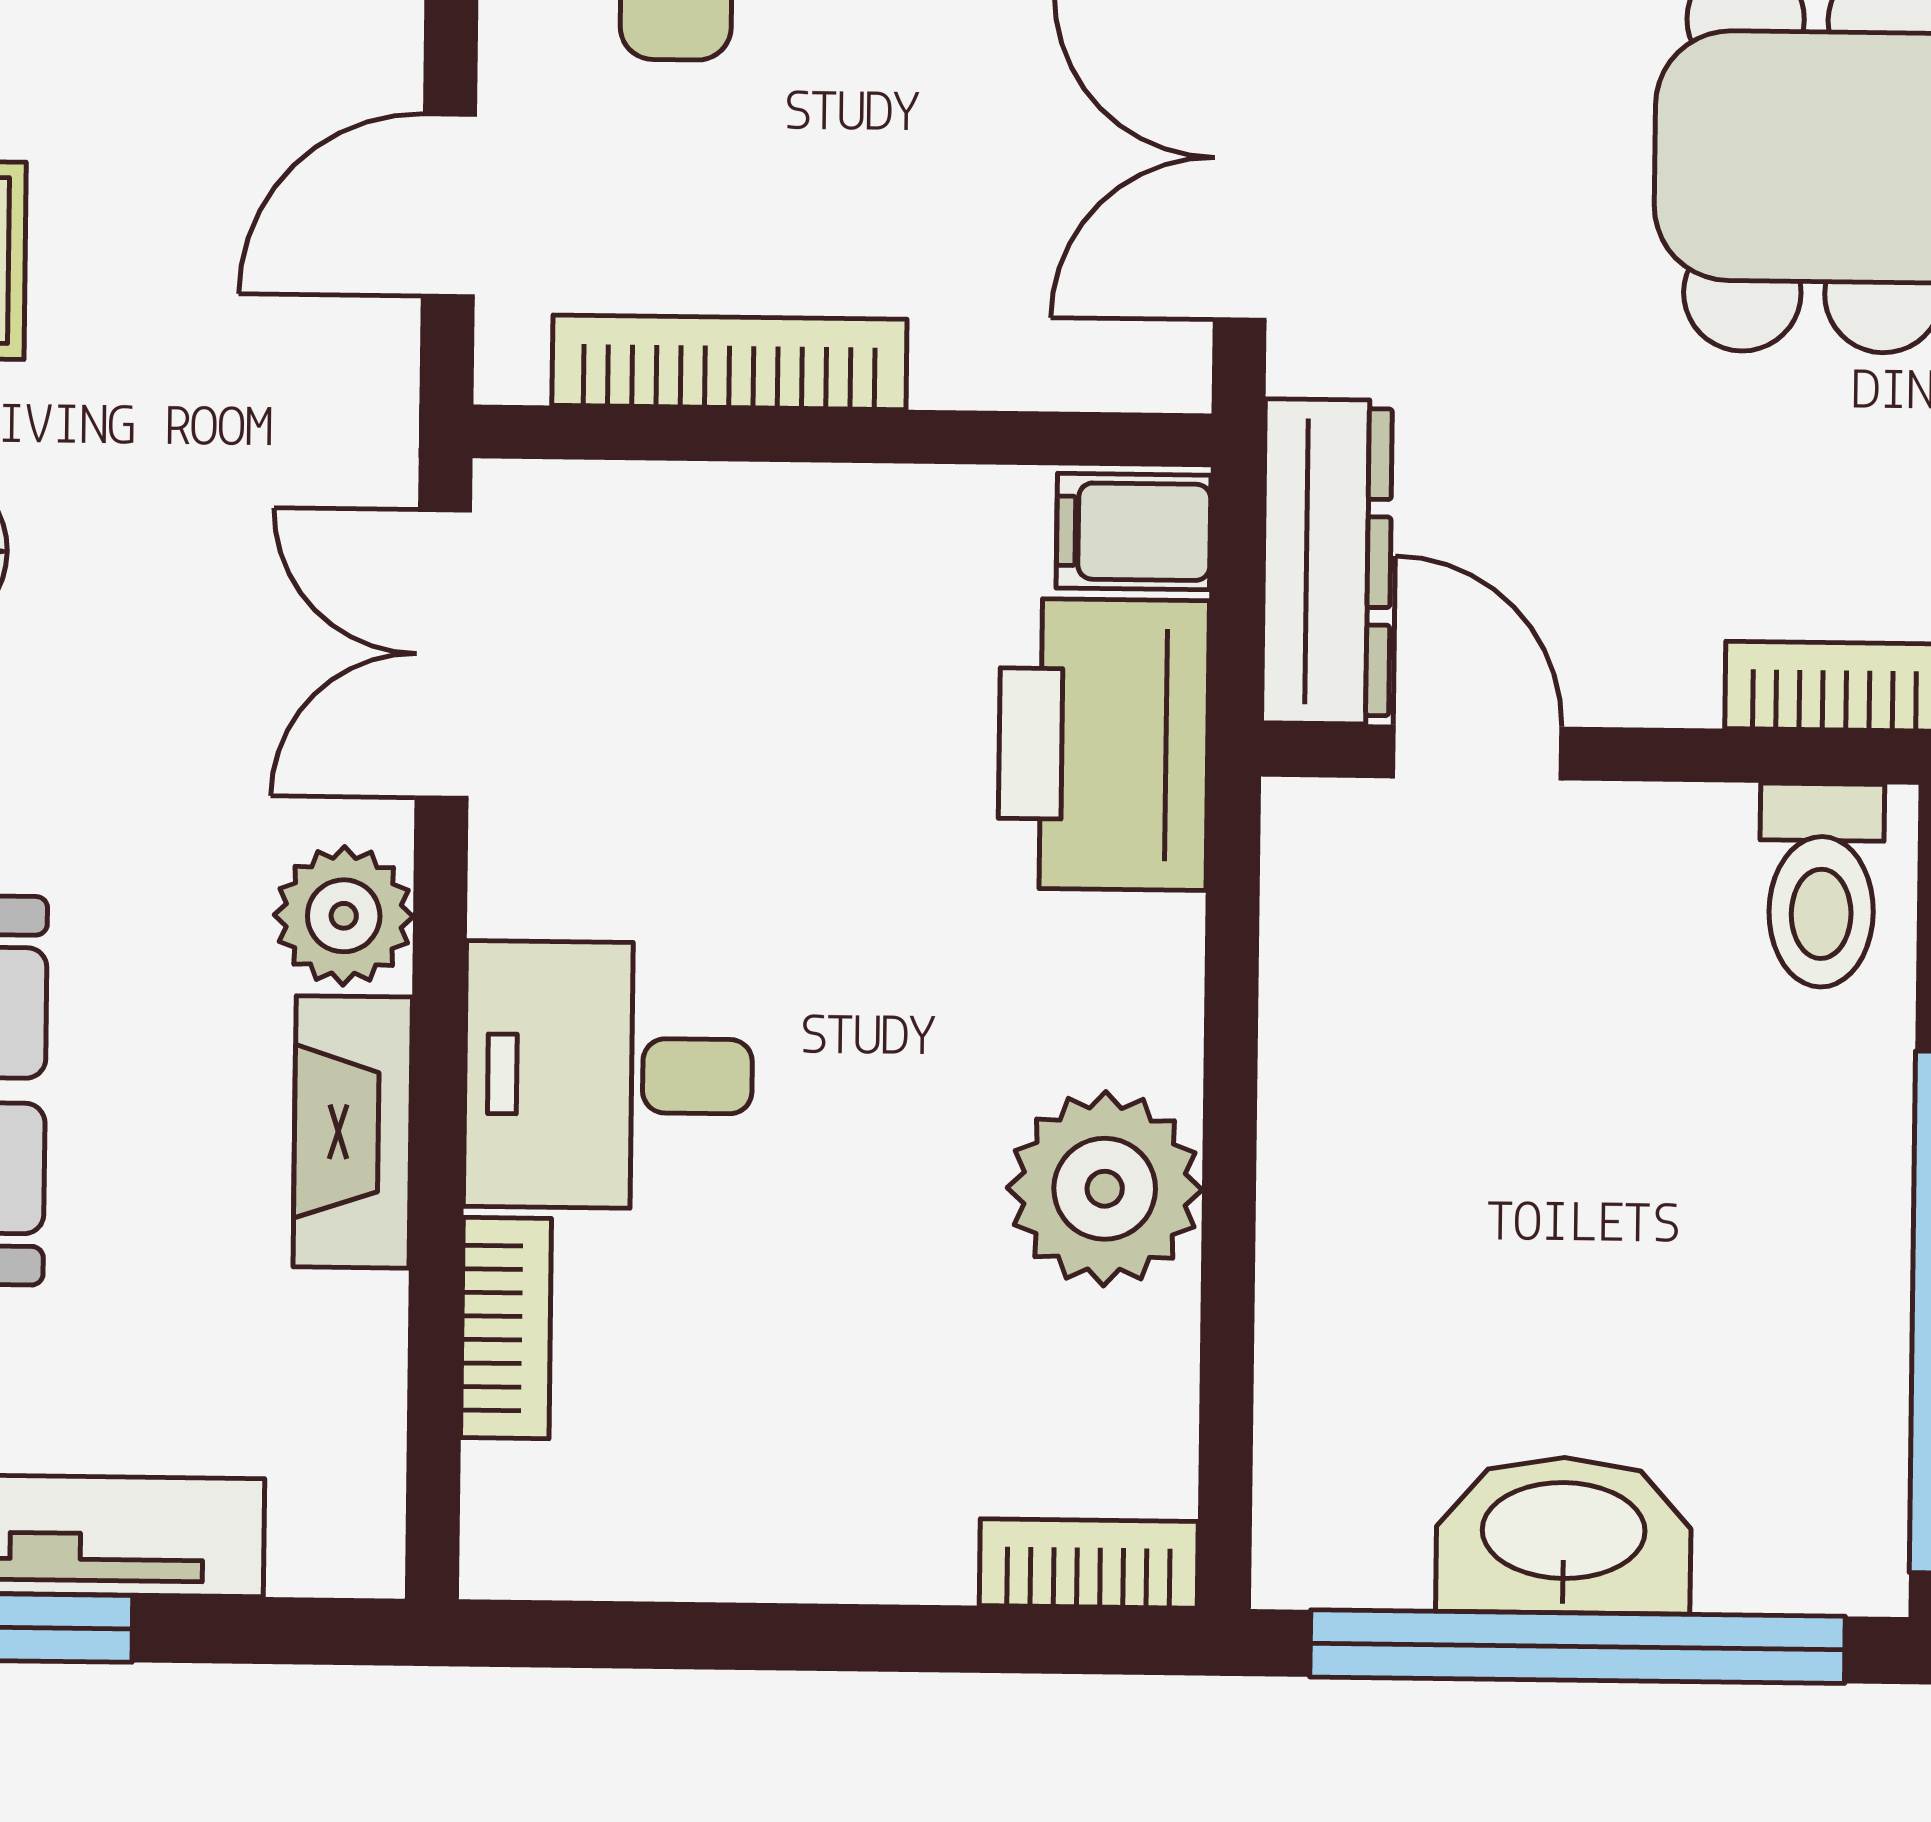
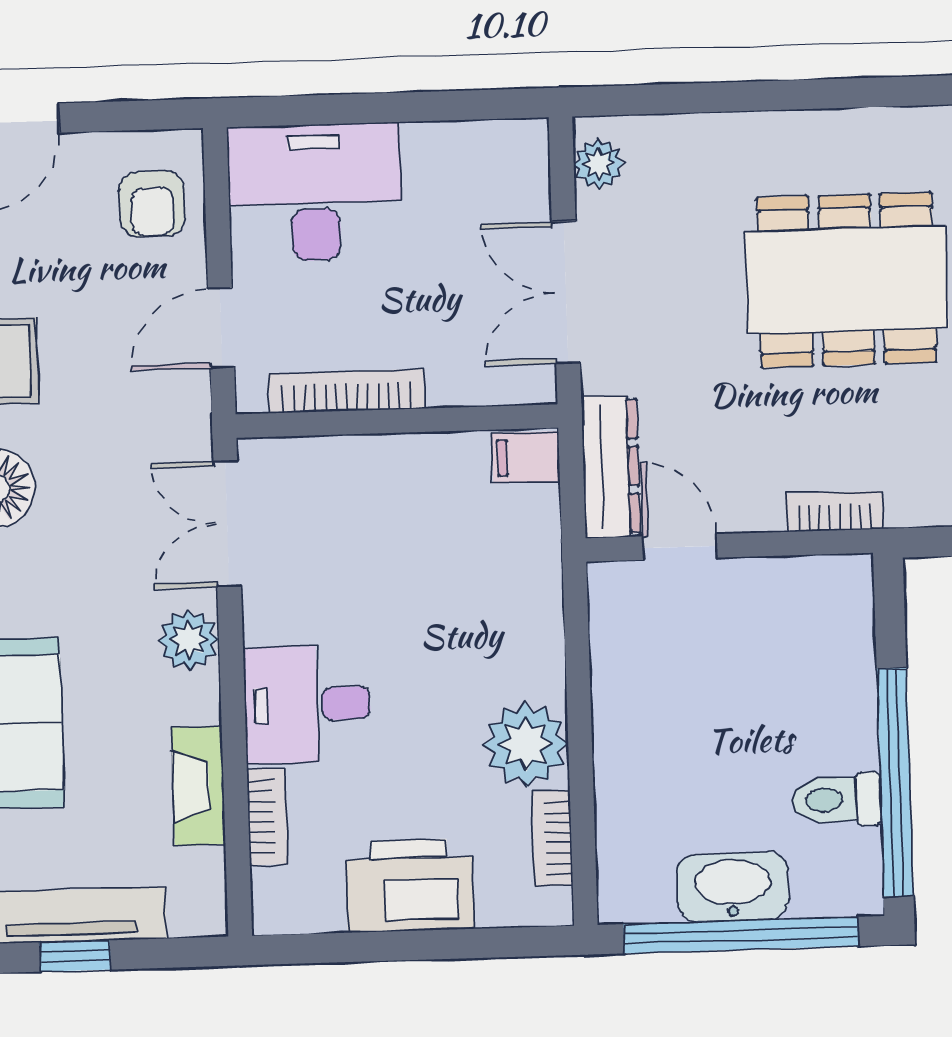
printer: (1103, 744) -> (410, 885), moved, turned 90
toilet: (1821, 885) -> (836, 800), moved, turned 90
fireplace: (353, 1132) -> (198, 786), moved
bookcase: (1089, 1563) -> (552, 838), moved, turned -90

